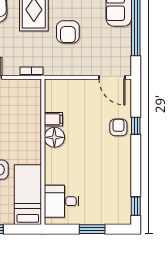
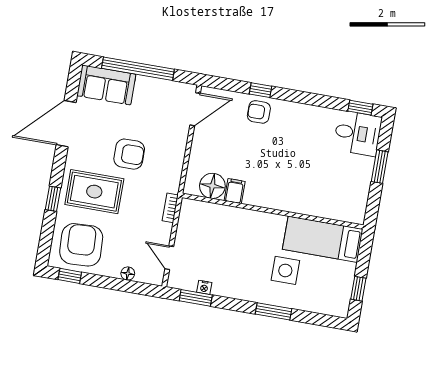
floor lamp: (54, 137) -> (212, 186), moved
desk: (62, 201) -> (358, 133), moved, turned -90

